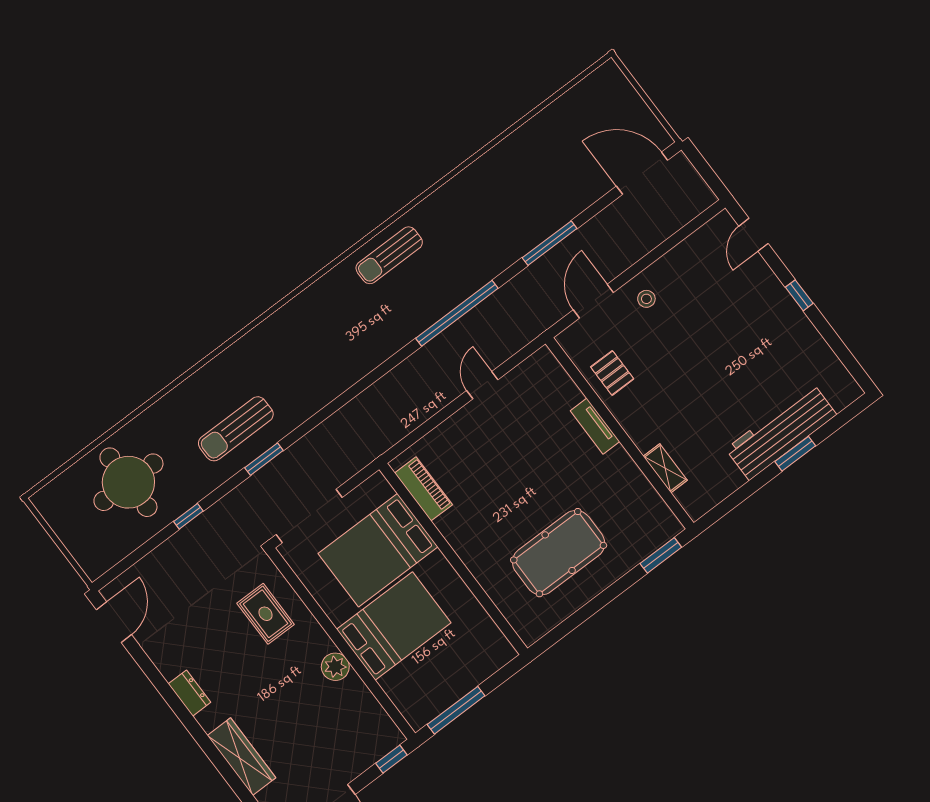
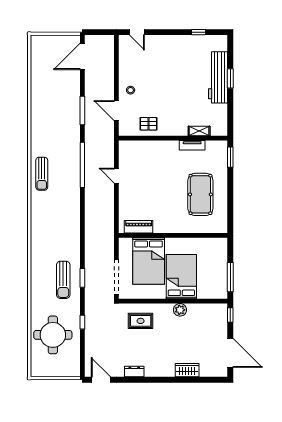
window: (799, 295) -> (198, 32), moved
tv unit: (595, 426) -> (192, 145), moved
dresser: (190, 693) -> (134, 372), moved
wardrobe: (241, 757) -> (187, 370), width x0.67

